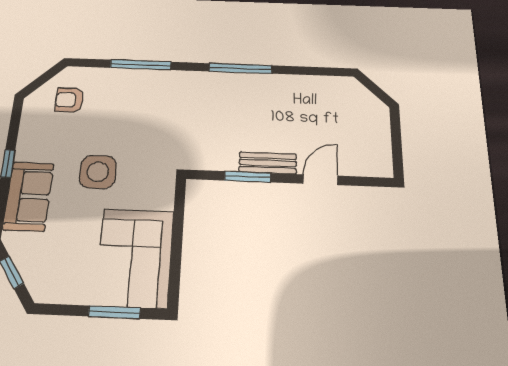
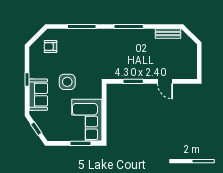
bench: (268, 163) -> (168, 33), moved
door: (320, 180) -> (165, 81), swing flipped

